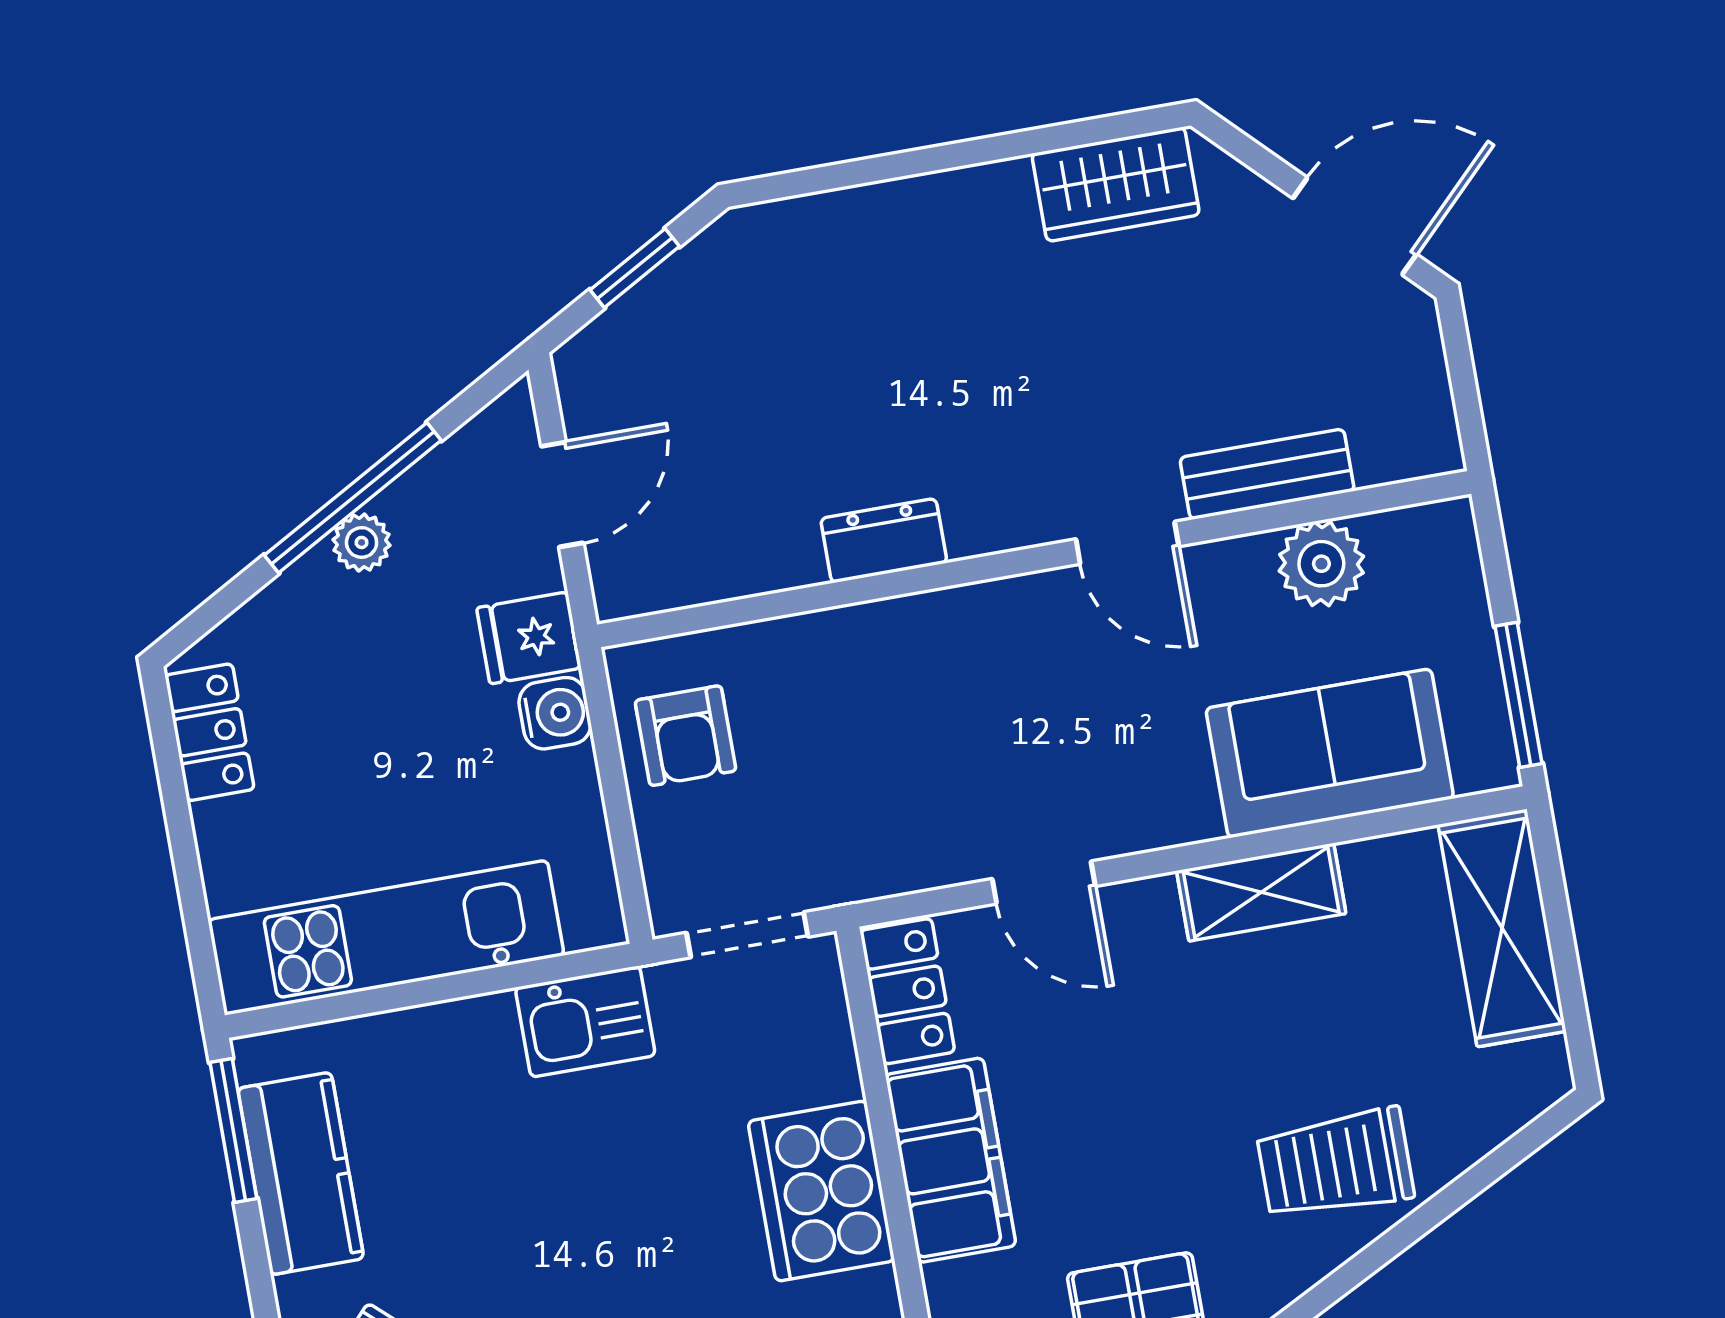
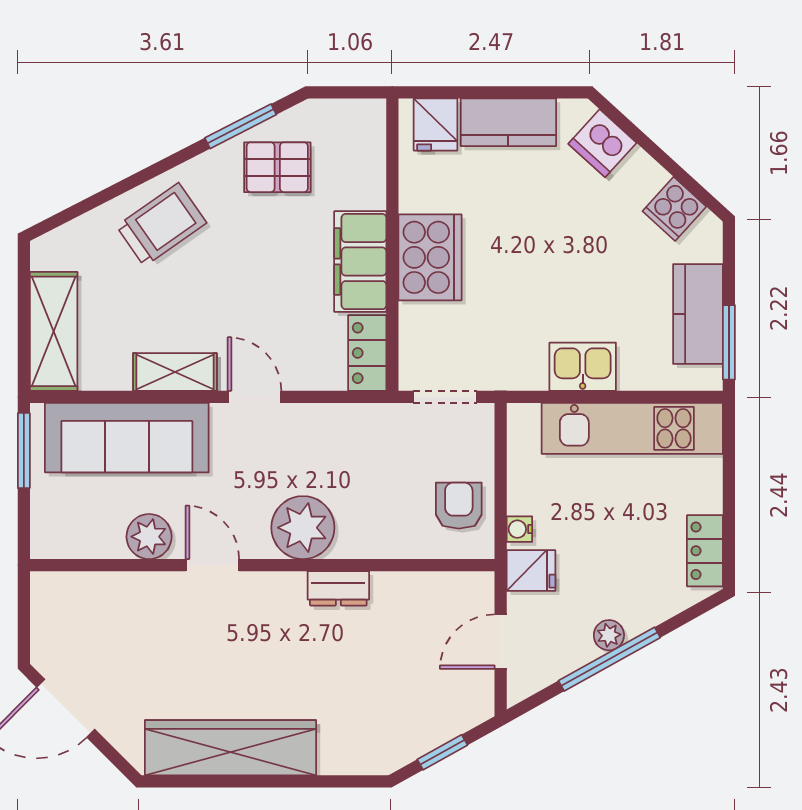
wardrobe: (1116, 184) -> (231, 748), width x2.10, depth x1.17
bench: (1267, 474) -> (134, 588), removed
plant: (1321, 564) -> (149, 537), moved
plant: (970, 643) -> (303, 528), added
water cooler: (555, 713) -> (519, 529), width x0.72, depth x0.72
sofa: (1330, 753) -> (127, 438), width x1.36
door: (1044, 883) -> (255, 397), moved
kitchen sink: (585, 1022) -> (583, 367), moved
trolley: (1335, 1164) -> (161, 225), turned -35

